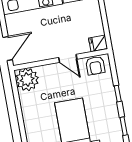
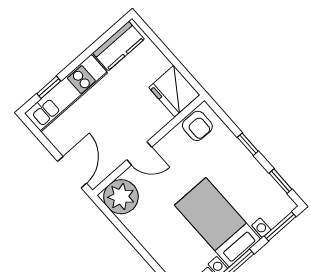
fridge: (98, 43) -> (174, 91), width x1.88, depth x1.34
door: (68, 58) -> (139, 153), moved

